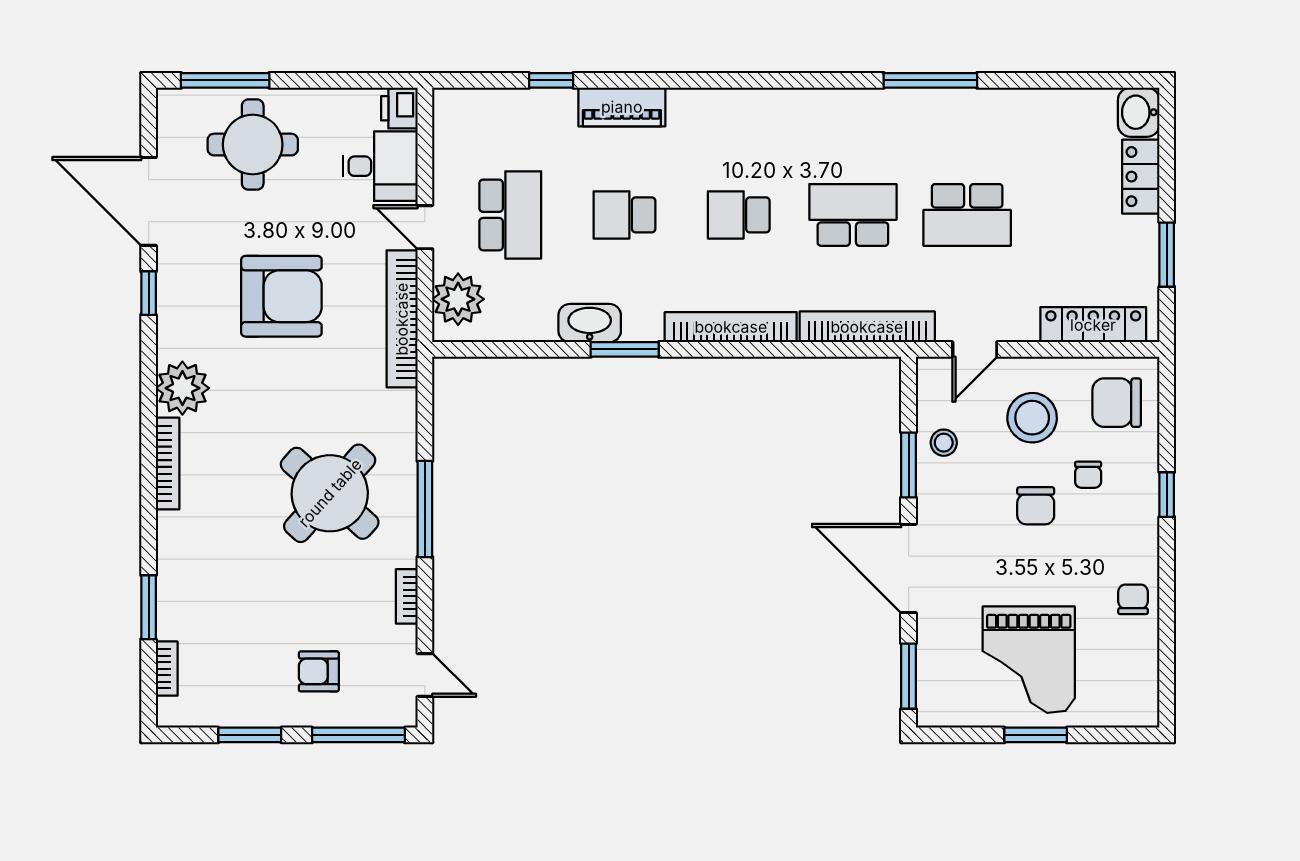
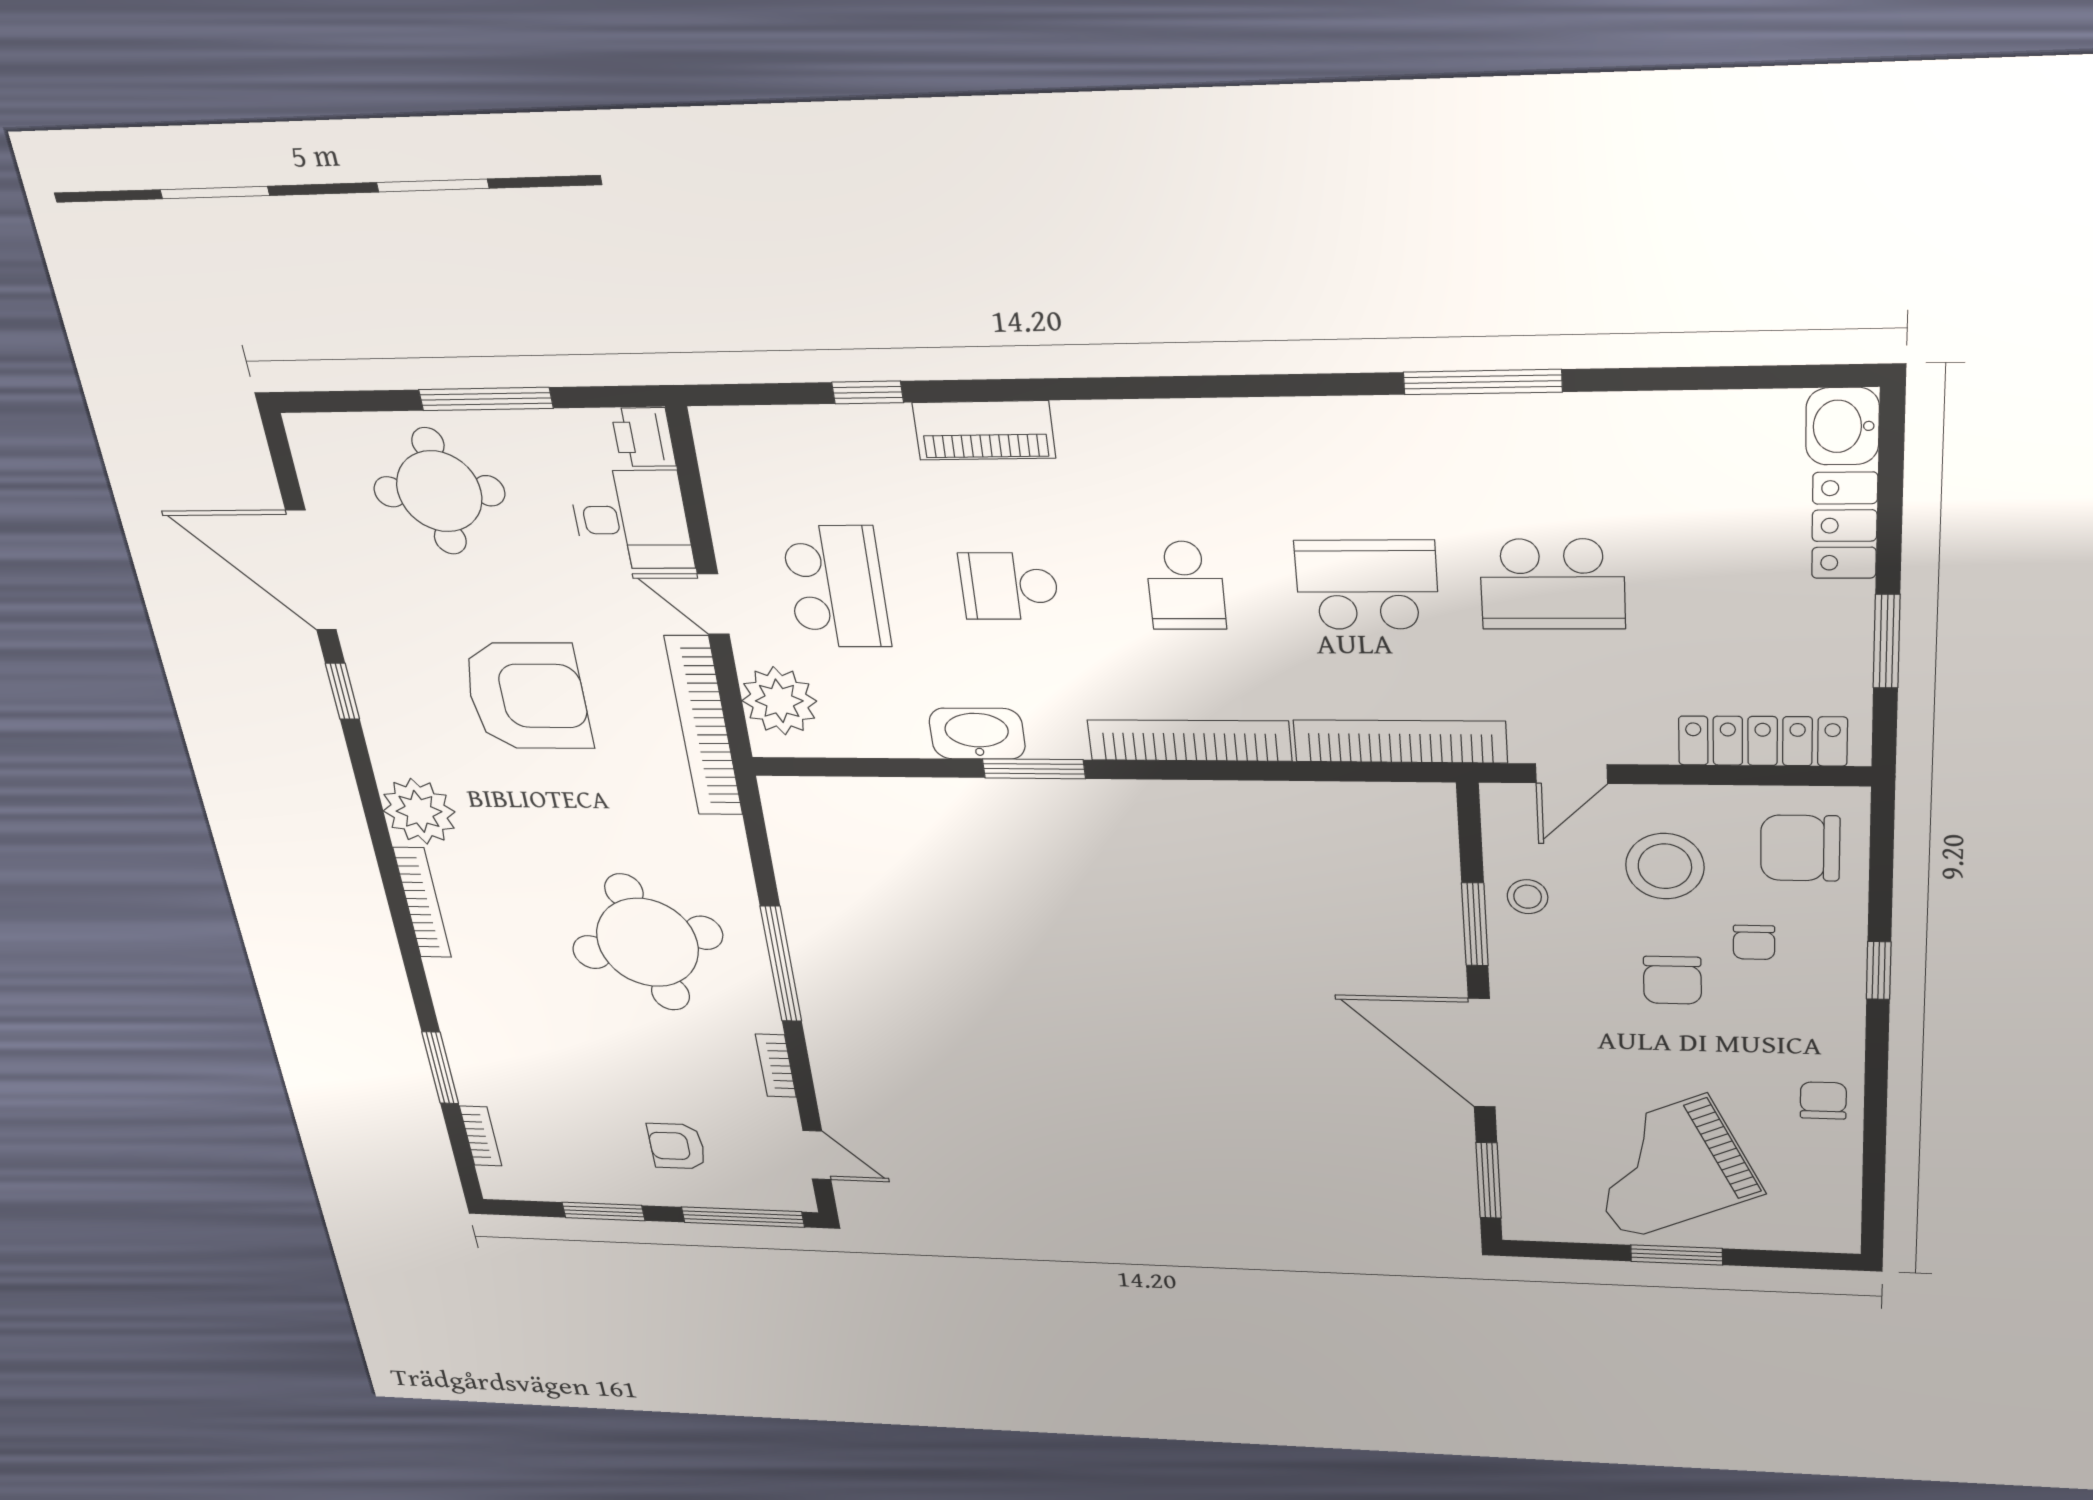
window: (225, 80) -> (486, 399), moved
school desk: (739, 215) -> (1186, 585), turned -90
round table: (330, 493) -> (647, 942), turned 36
grand piano: (1029, 660) -> (1665, 1168), turned 65

